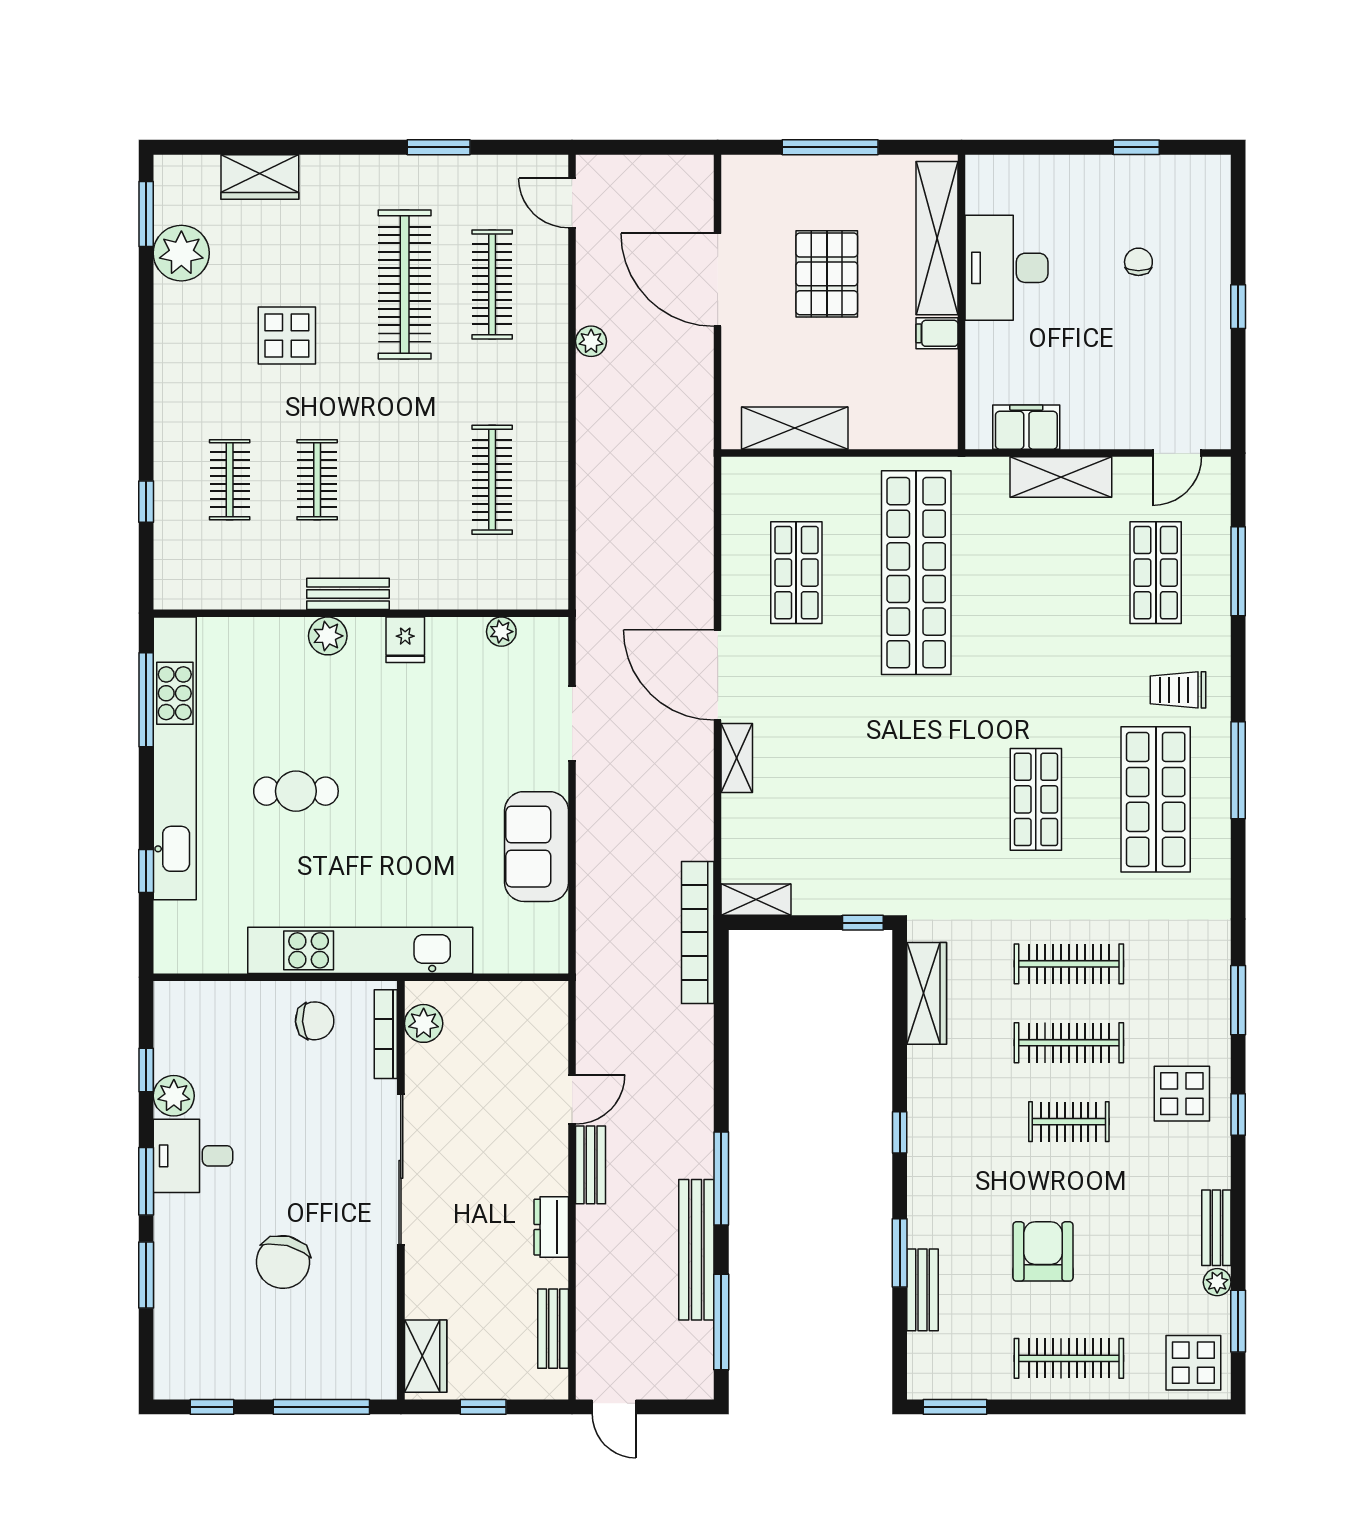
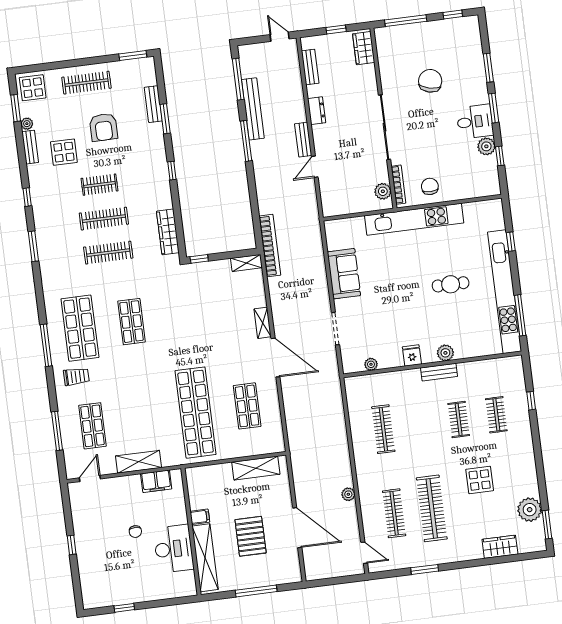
chair: (1138, 262) -> (135, 532), moved
chair: (315, 1021) -> (430, 186), turned 93
display table: (1182, 1094) -> (64, 152), moved

